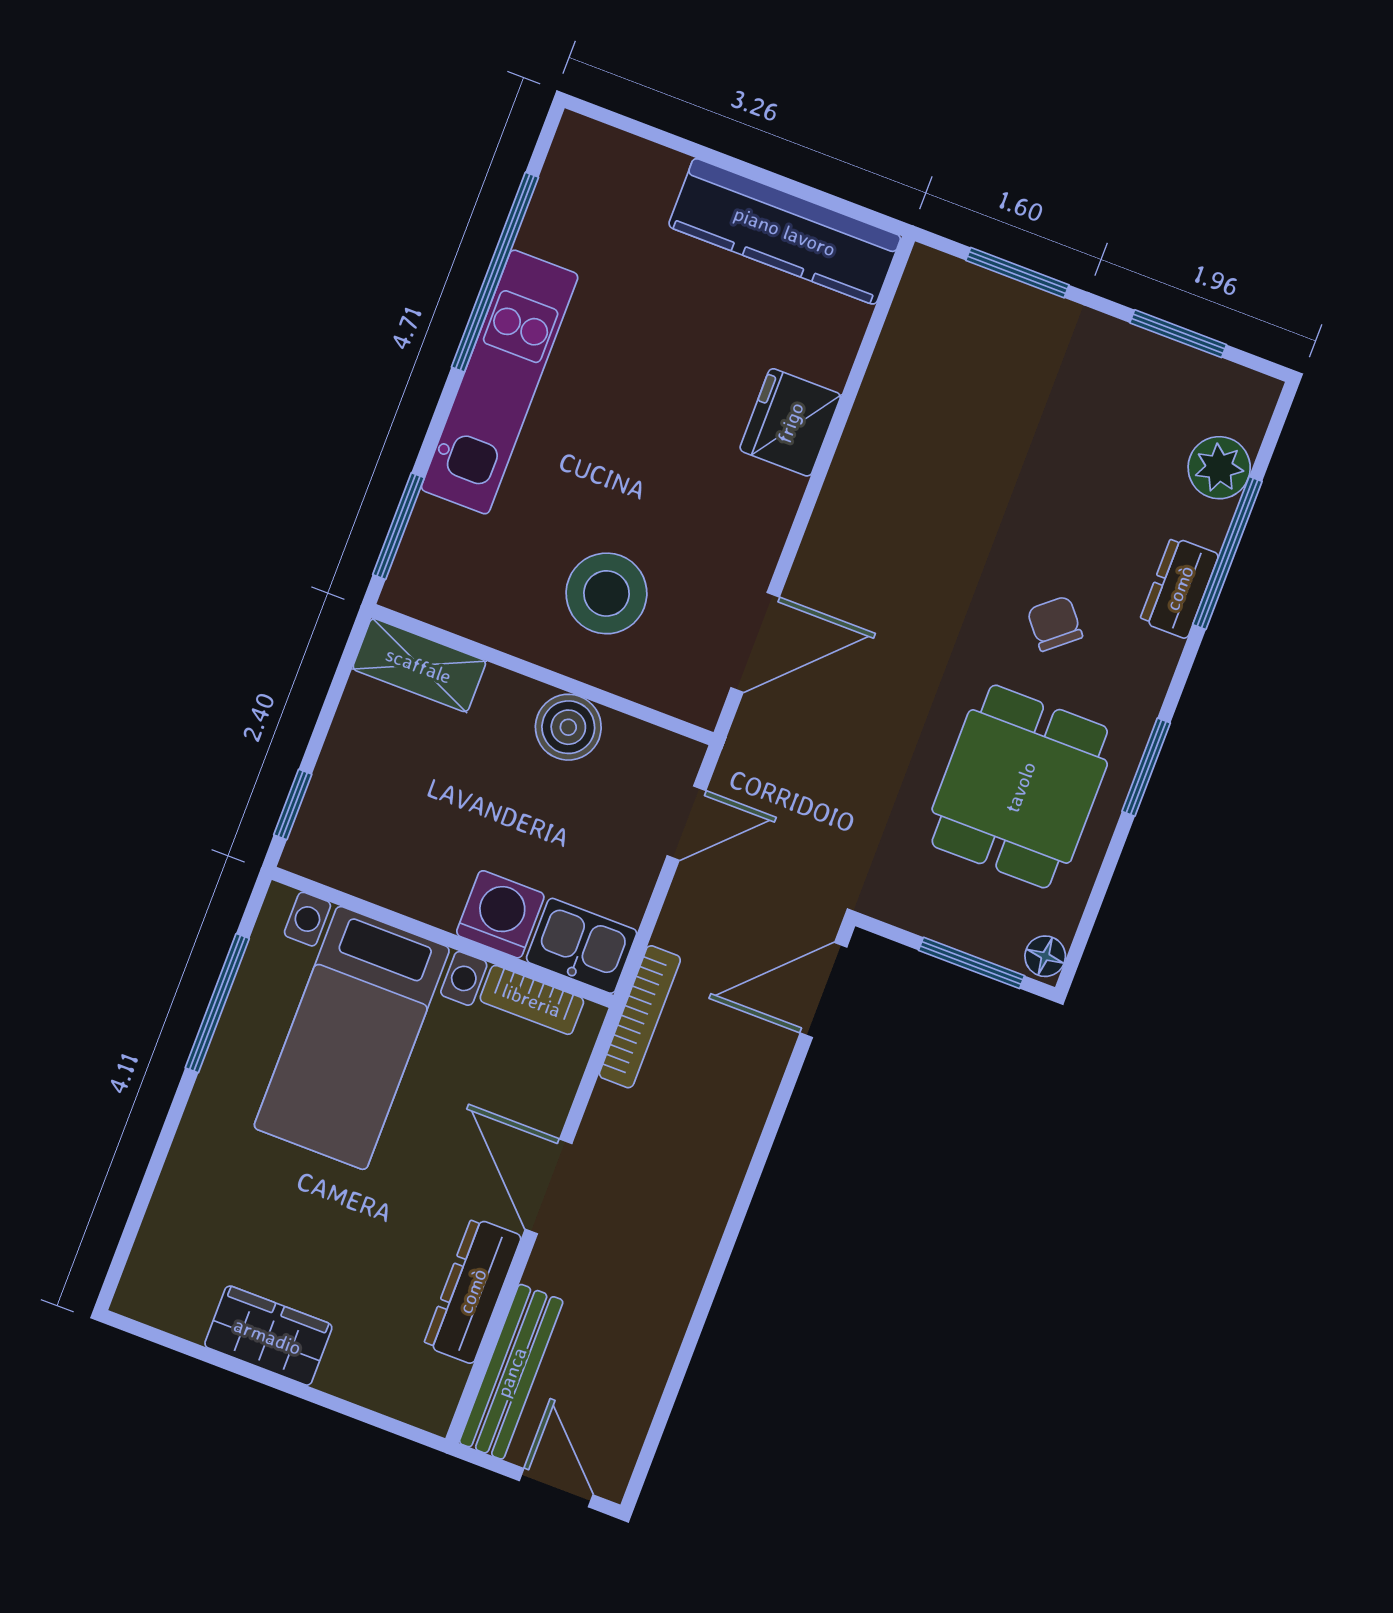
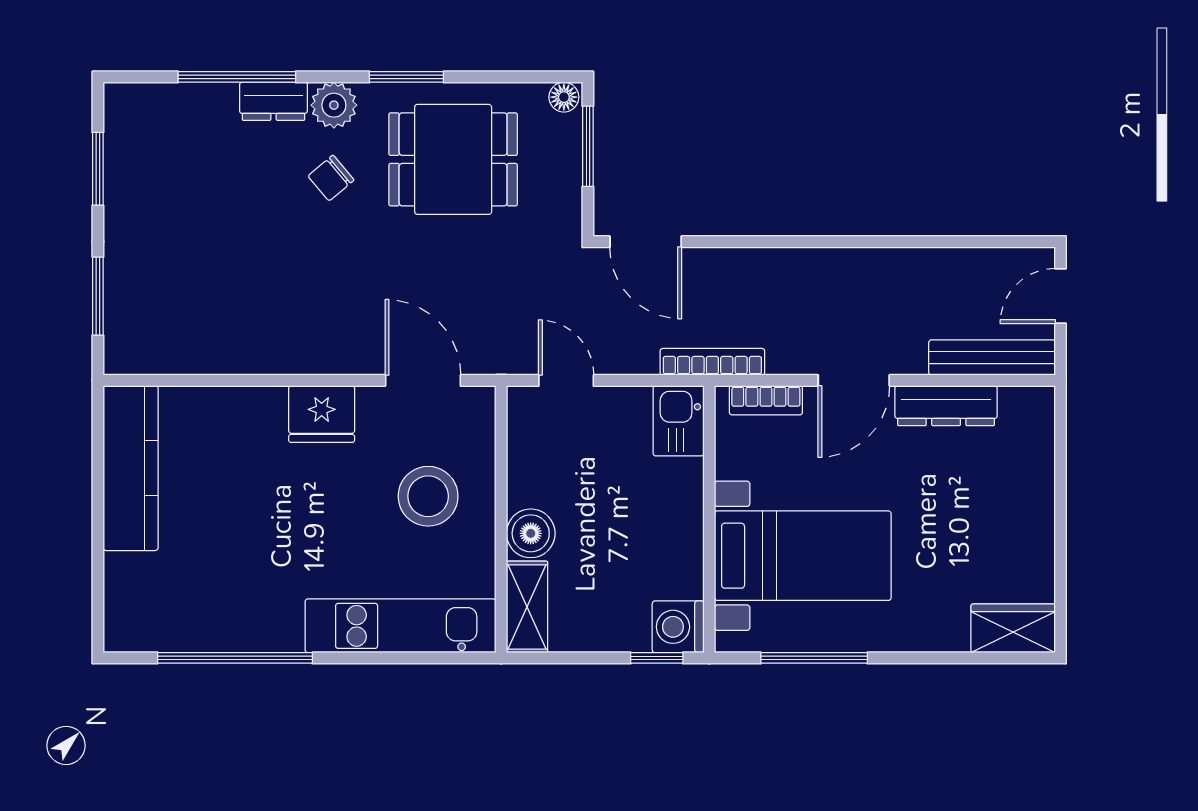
kitchen unit: (500, 382) -> (401, 626), moved
fridge: (790, 422) -> (322, 414), moved
plant: (1219, 468) -> (334, 105), moved
window: (398, 526) -> (436, 658), removed
boiler: (568, 727) -> (531, 533), moved
washing machine: (500, 914) -> (678, 627), moved
bookcase: (532, 1000) -> (766, 400), moved, turned 90
wardrobe: (268, 1336) -> (1013, 628), moved, turned 90

